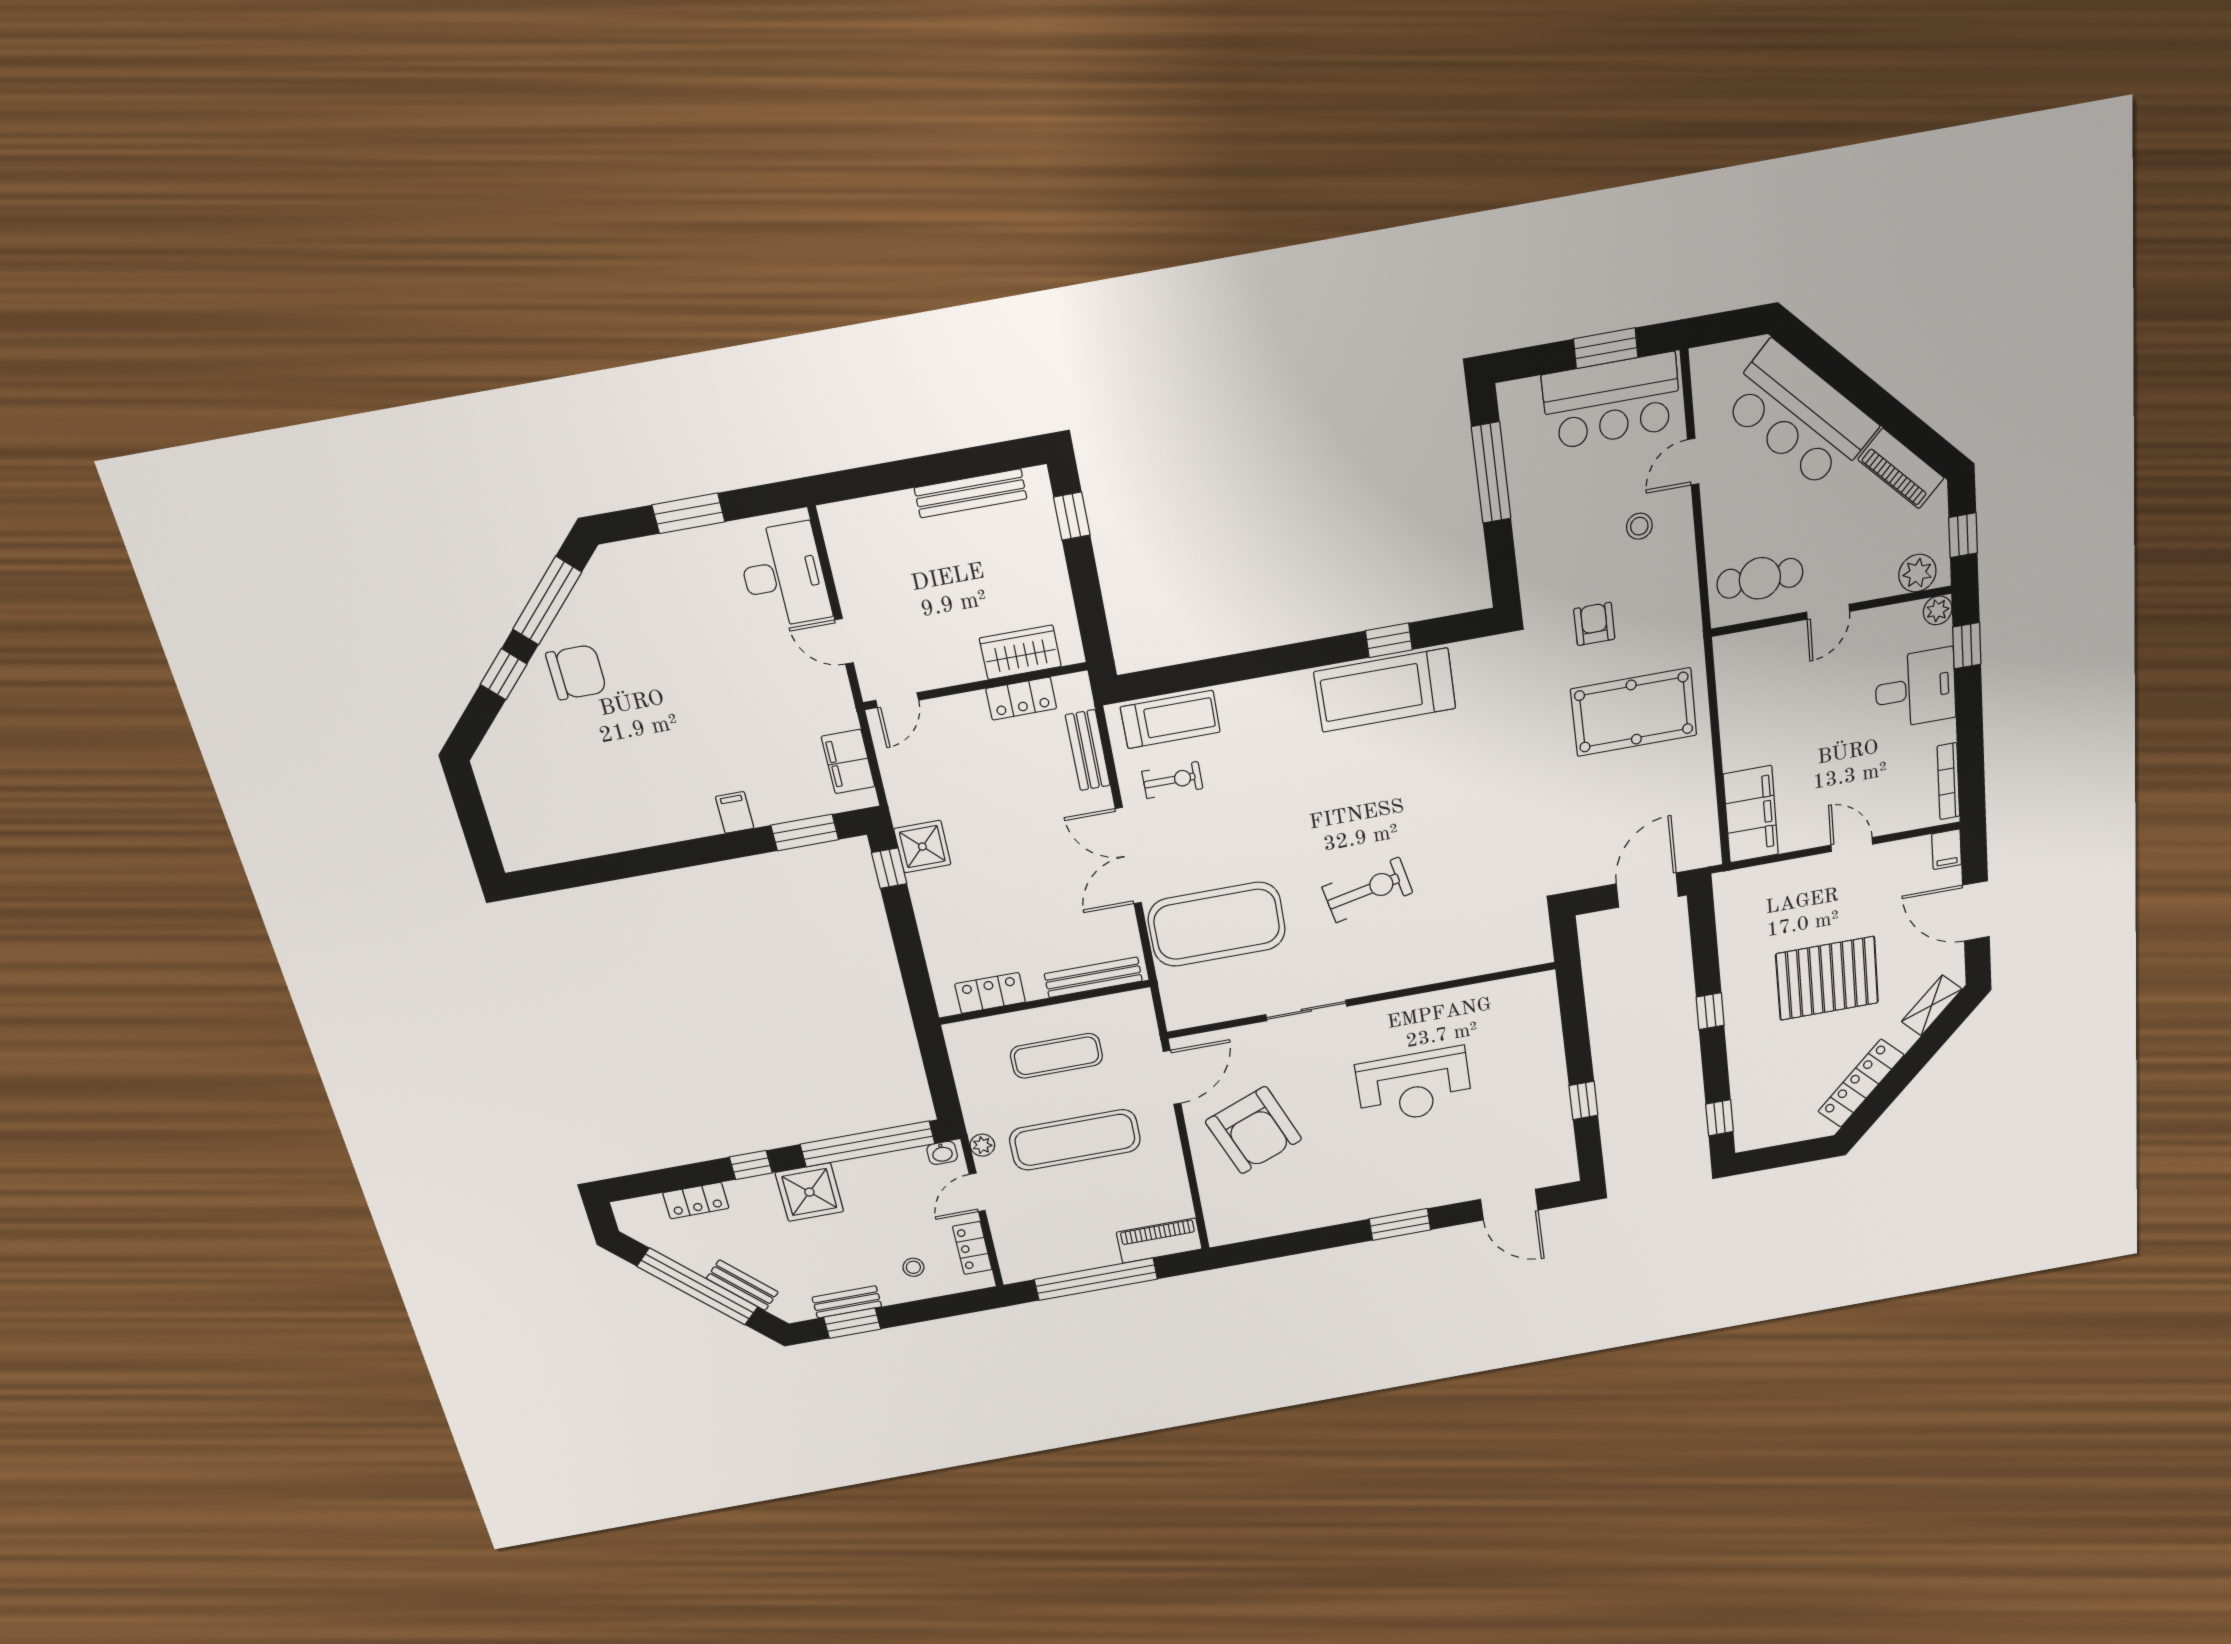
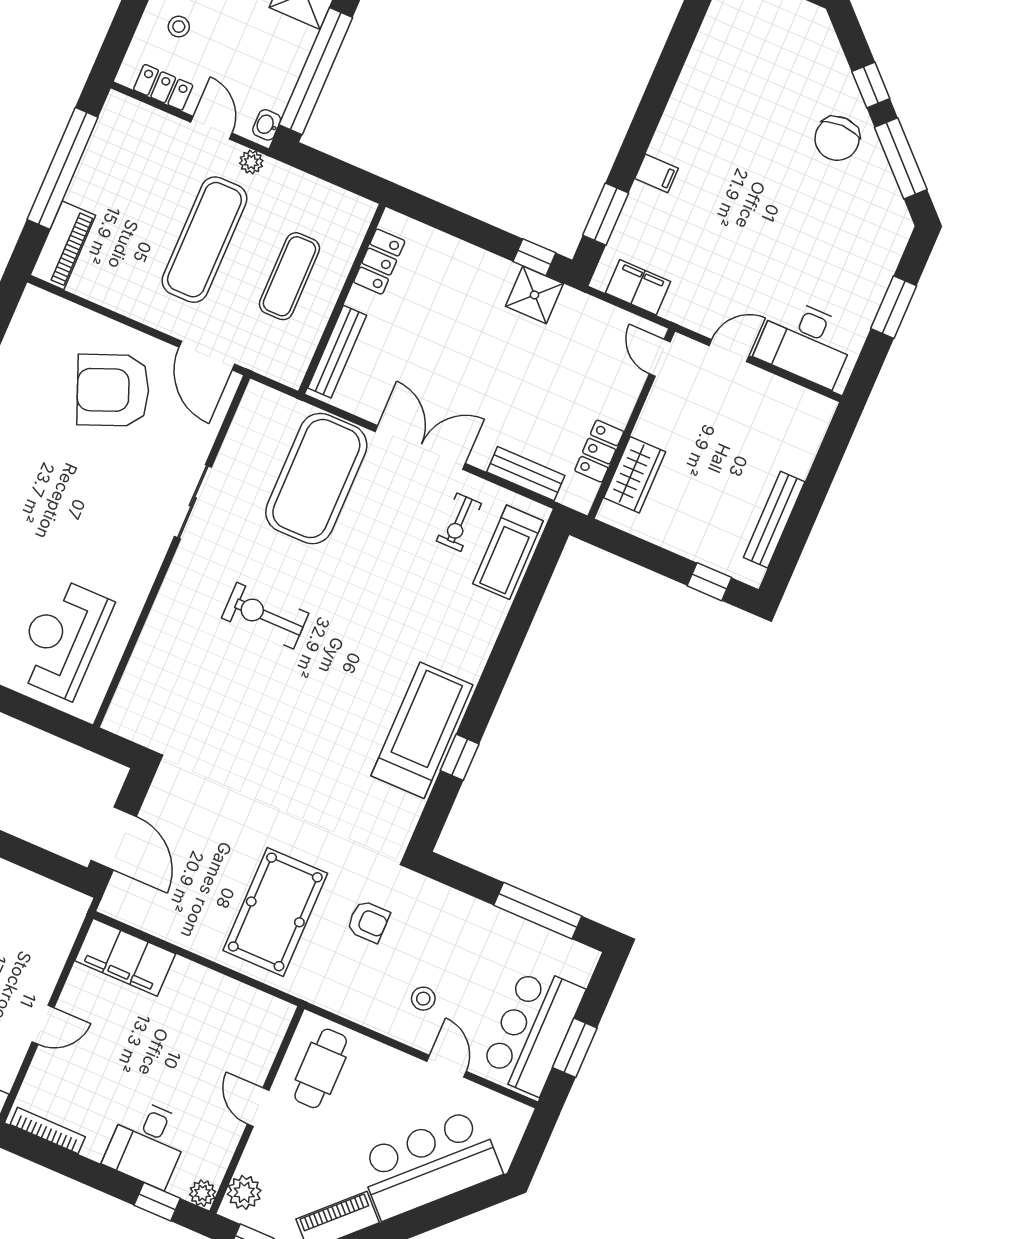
exercise bike: (1367, 890) -> (265, 616), turned 102
reception desk: (1414, 1086) -> (62, 638), moved

